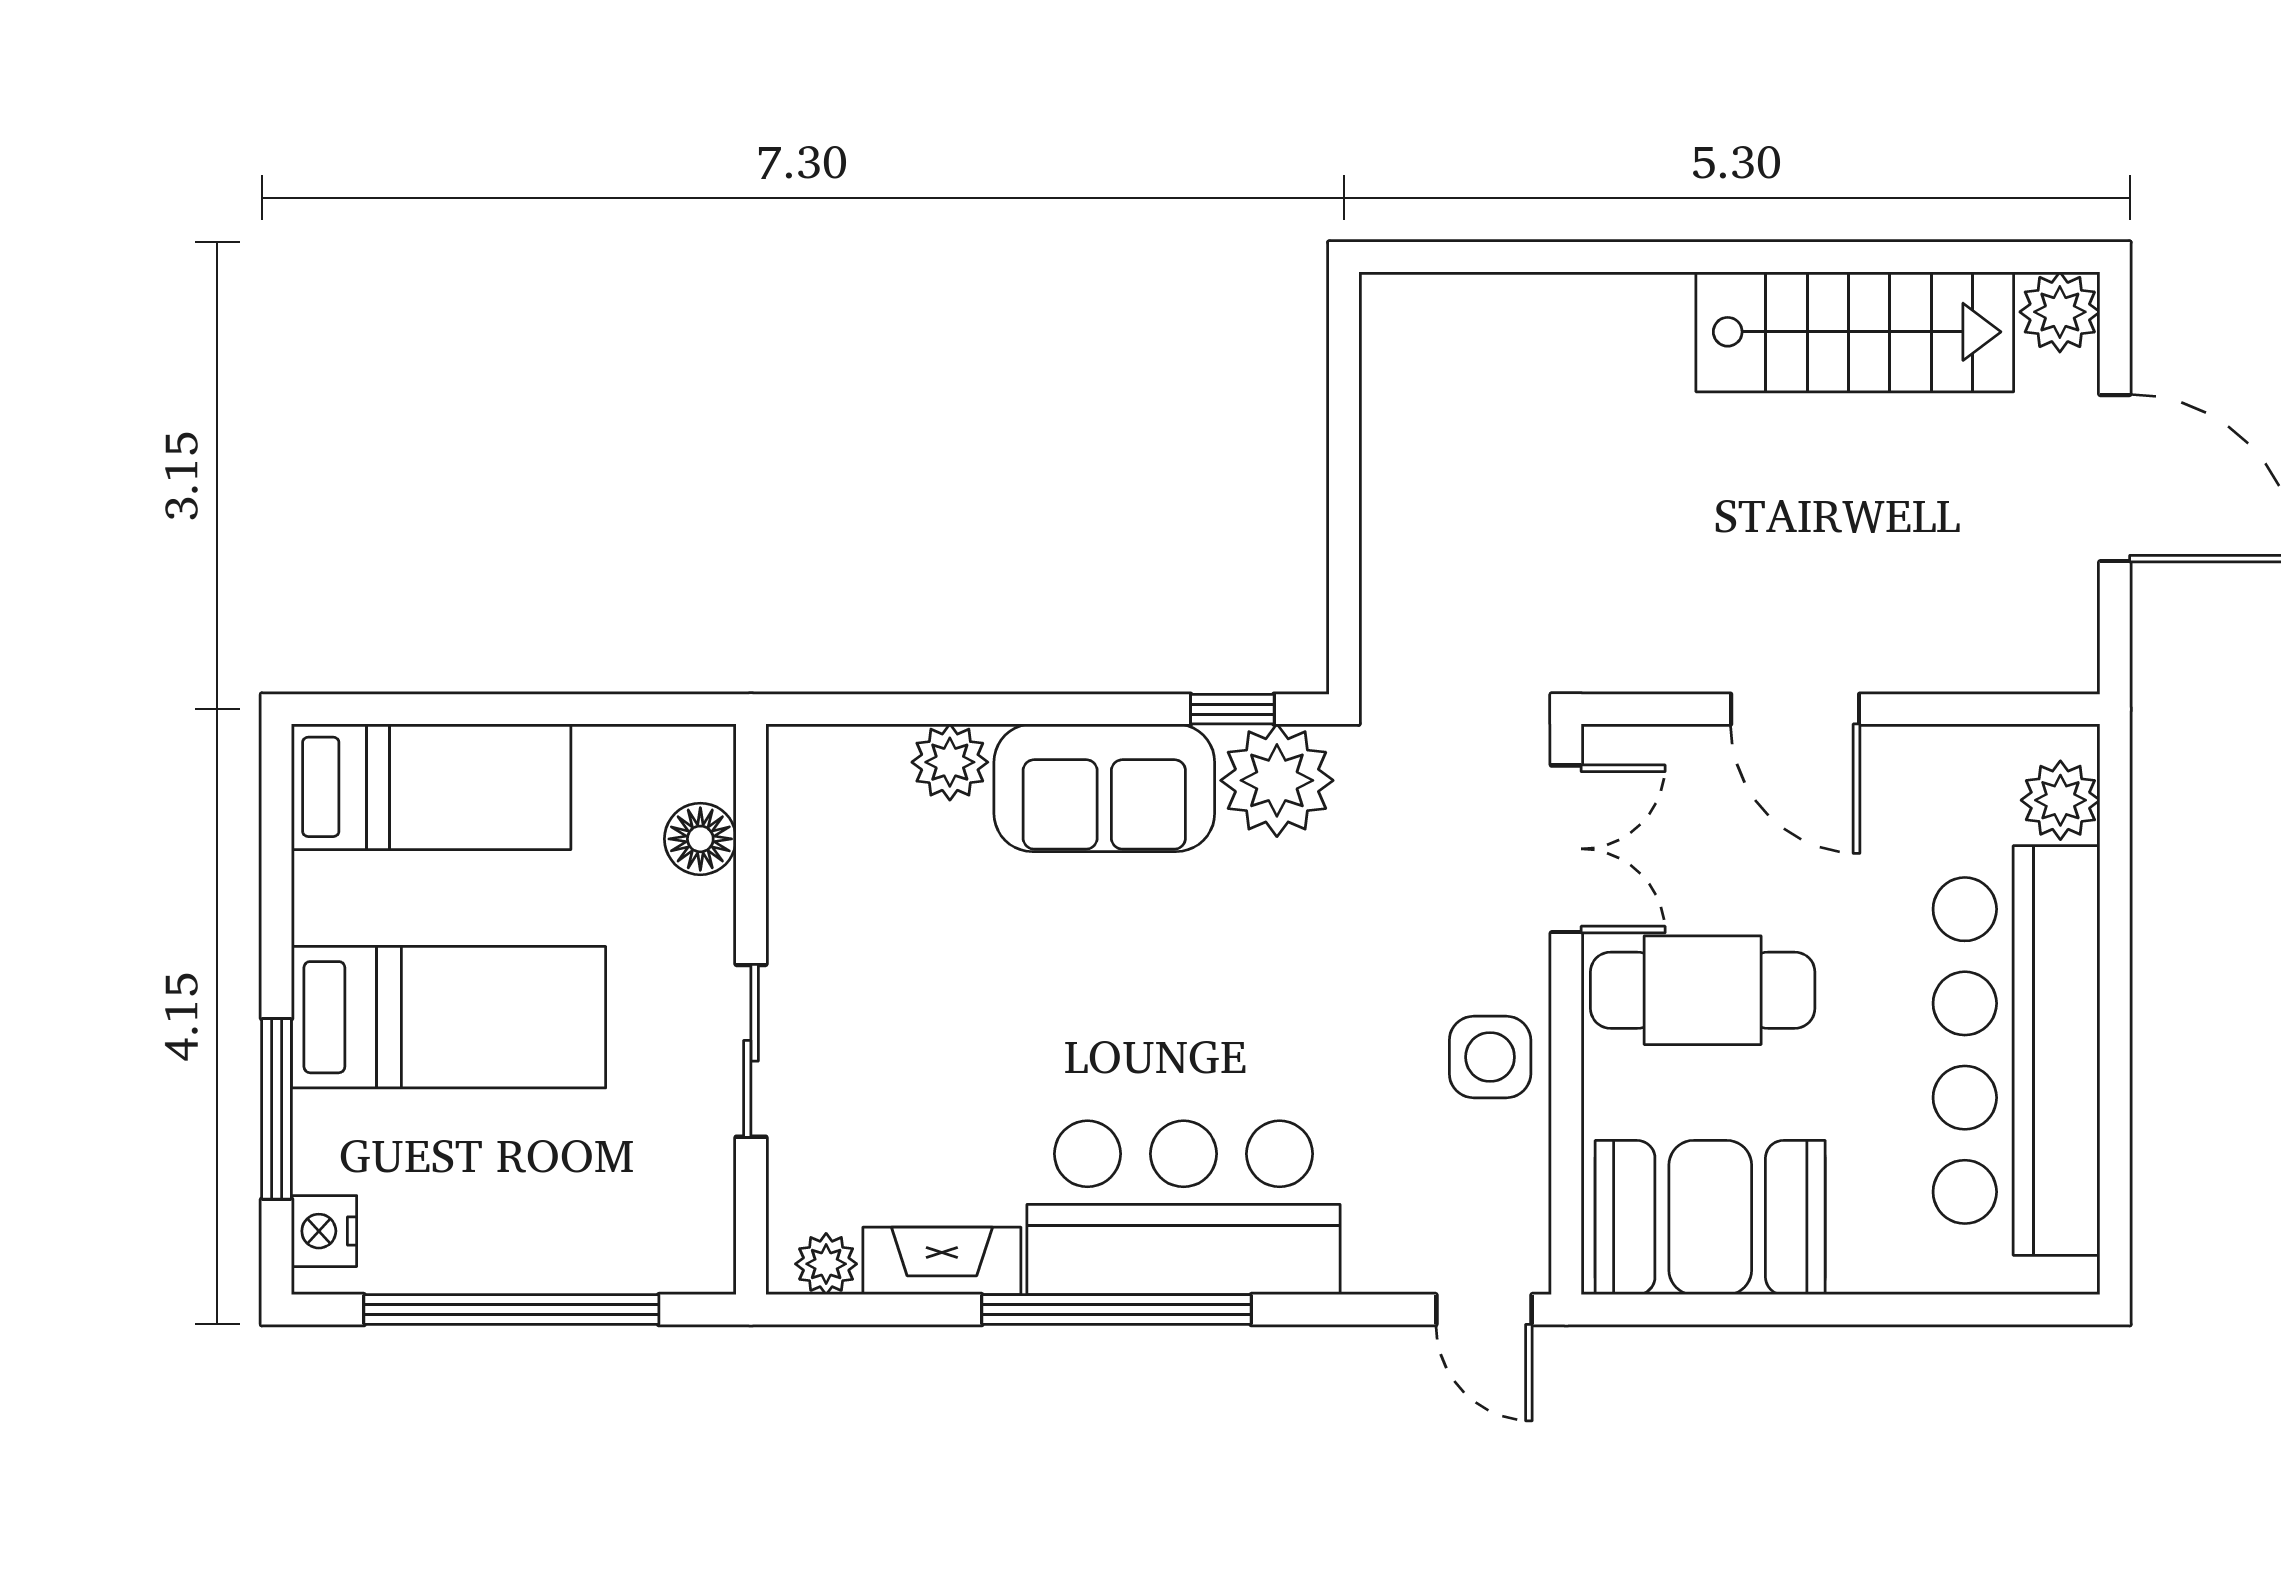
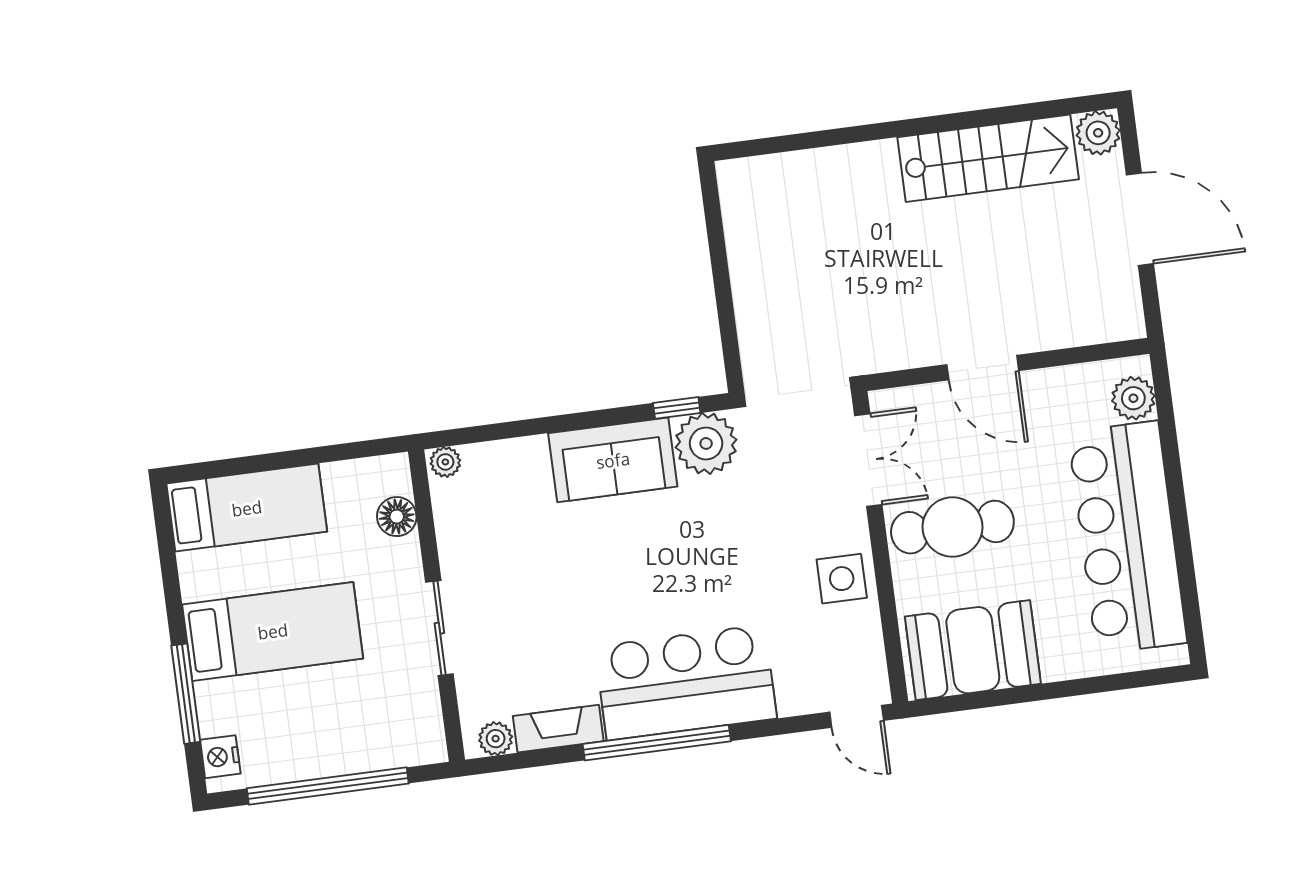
plant: (950, 762) -> (445, 462), moved, width x0.73, depth x0.73

